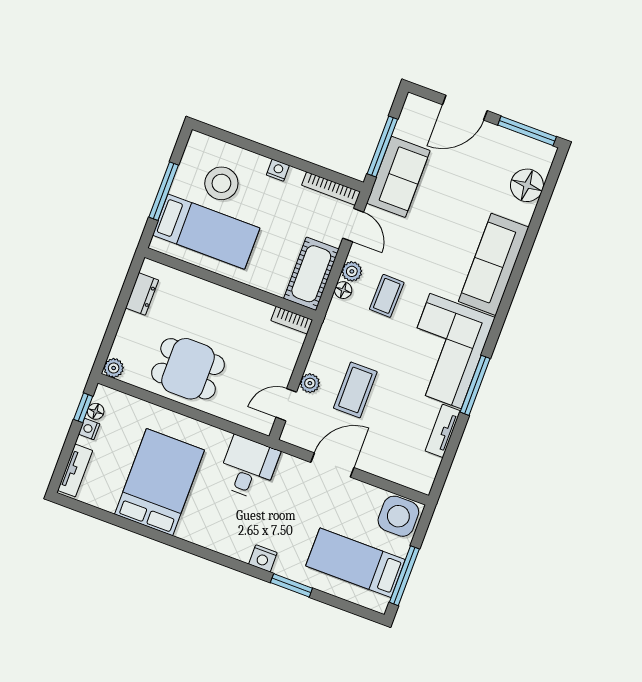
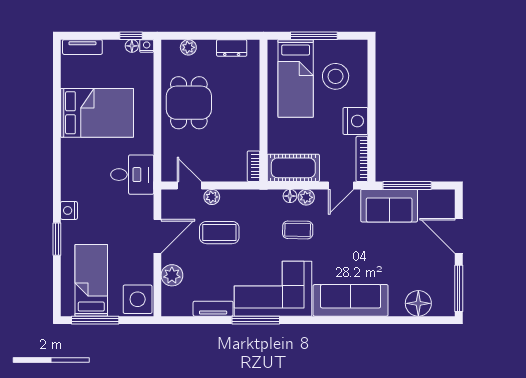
nightstand: (278, 170) -> (355, 121), width x1.89, depth x1.79
plant: (114, 368) -> (188, 47), moved
nightstand: (89, 429) -> (147, 46), moved
door: (332, 465) -> (157, 236), hinge flipped
plant: (385, 465) -> (172, 275), added

